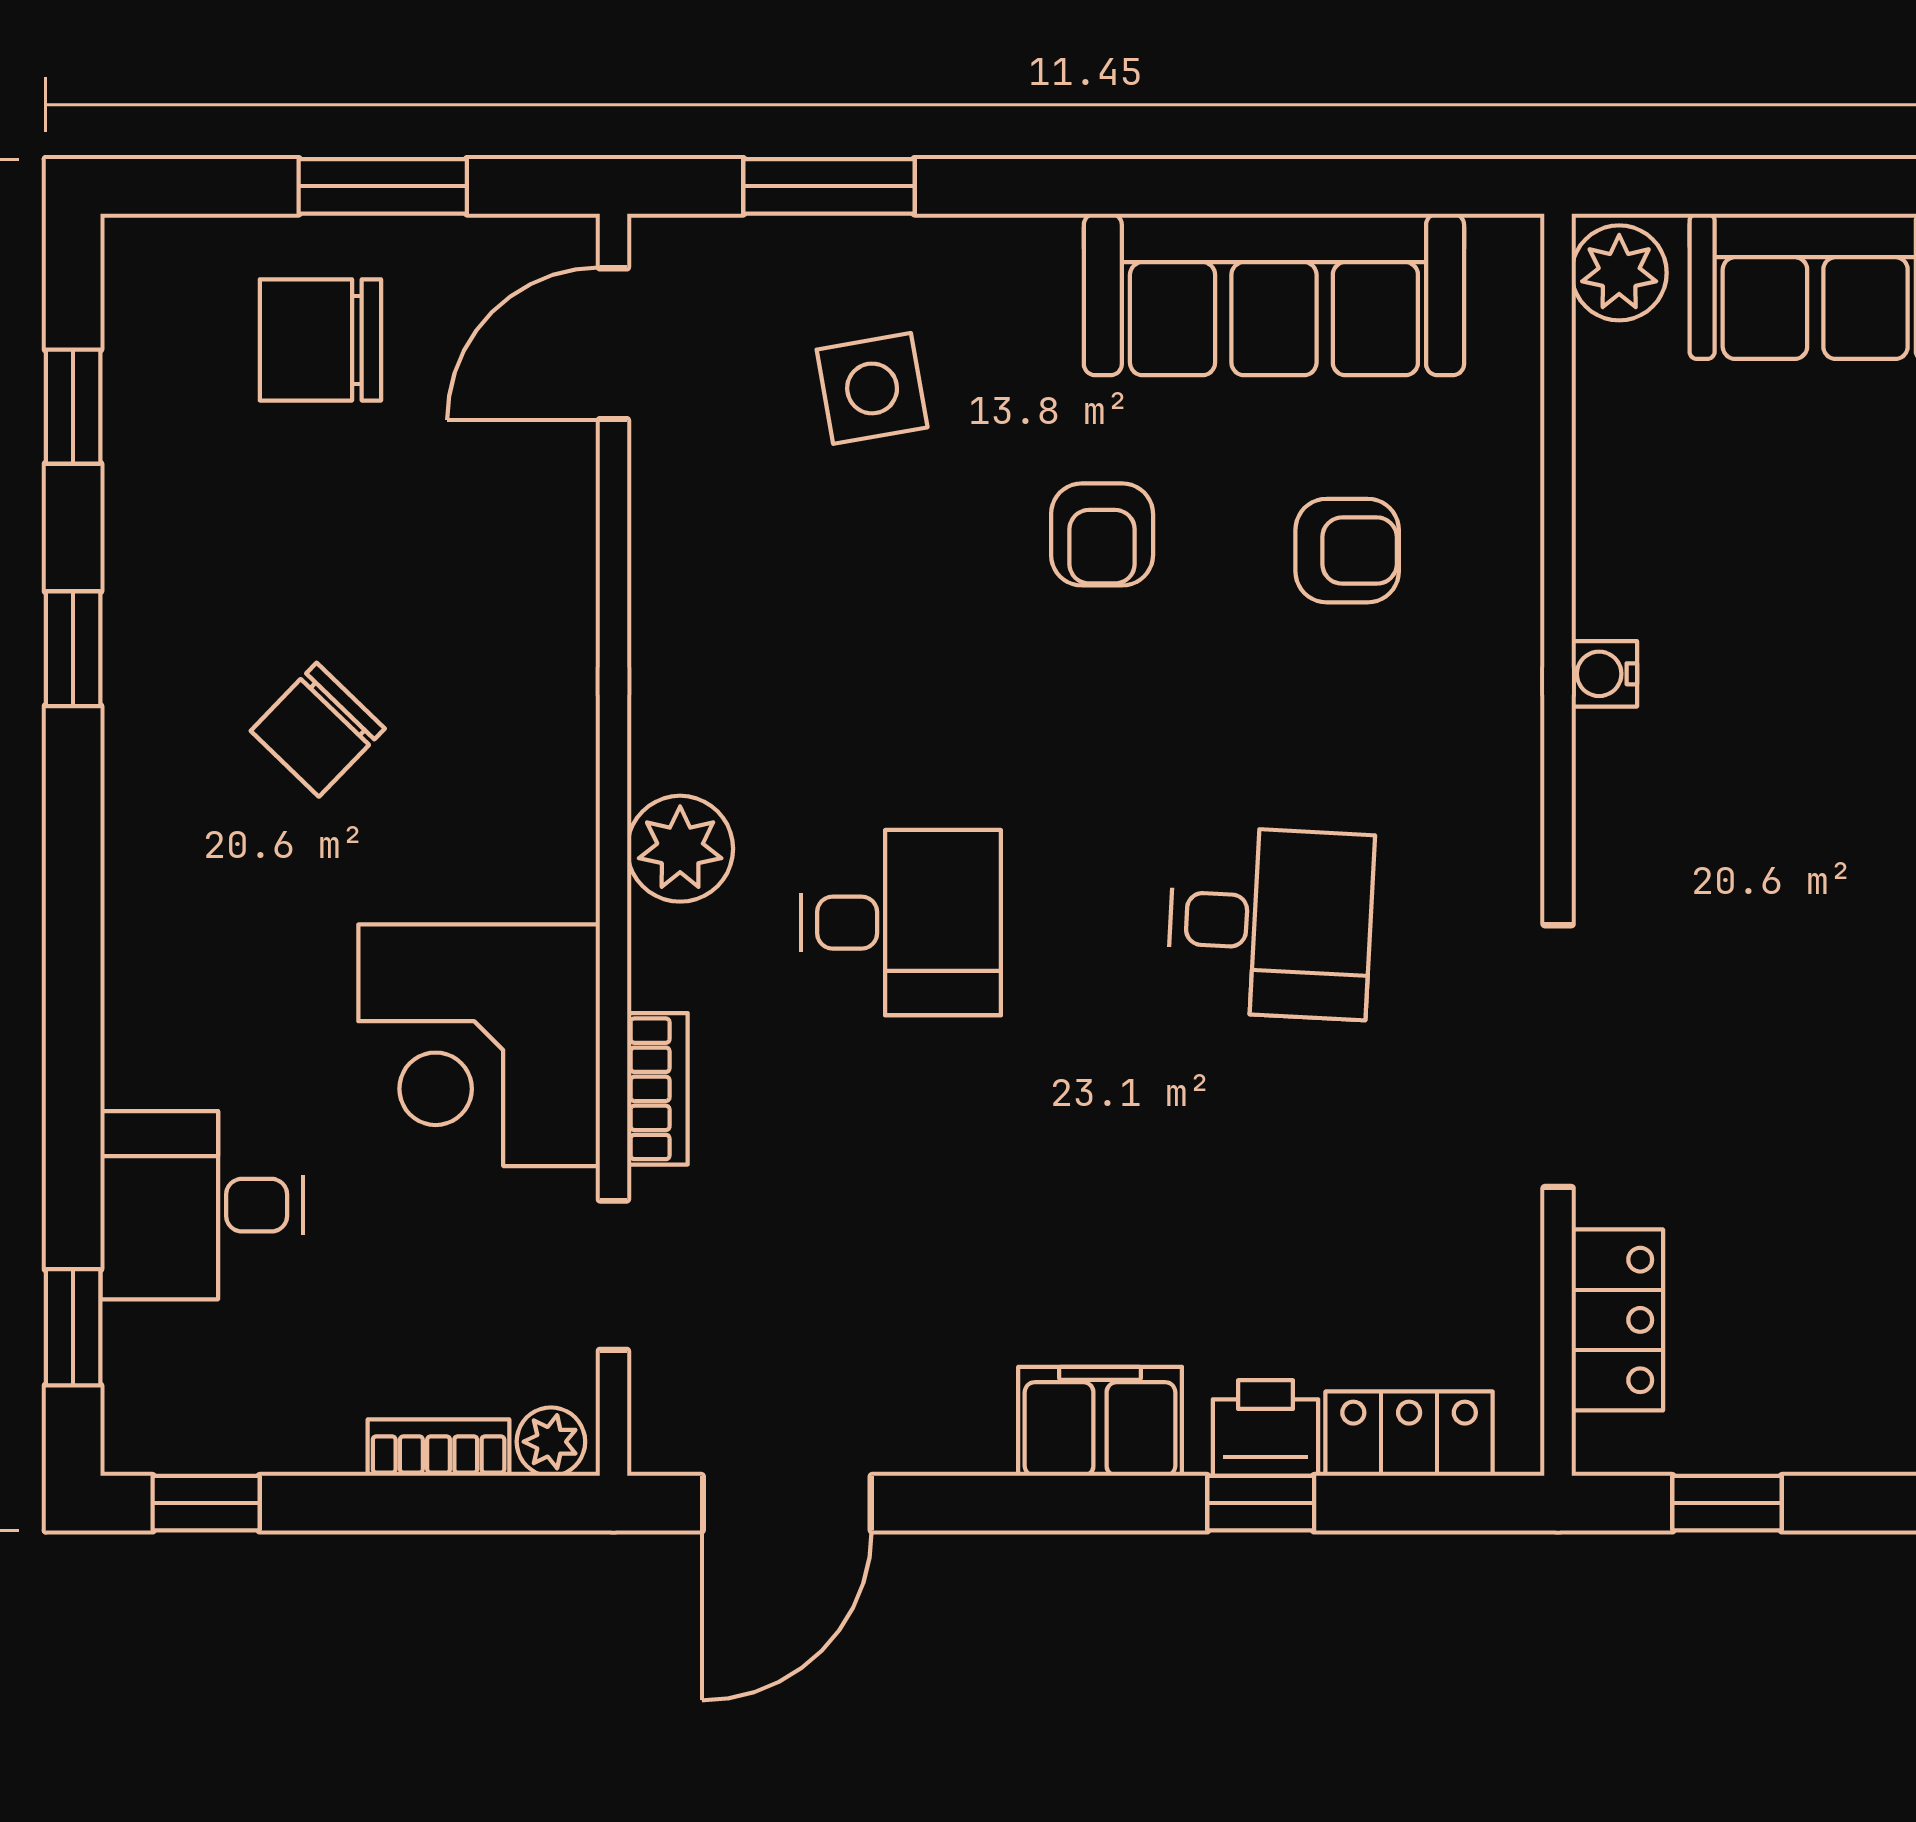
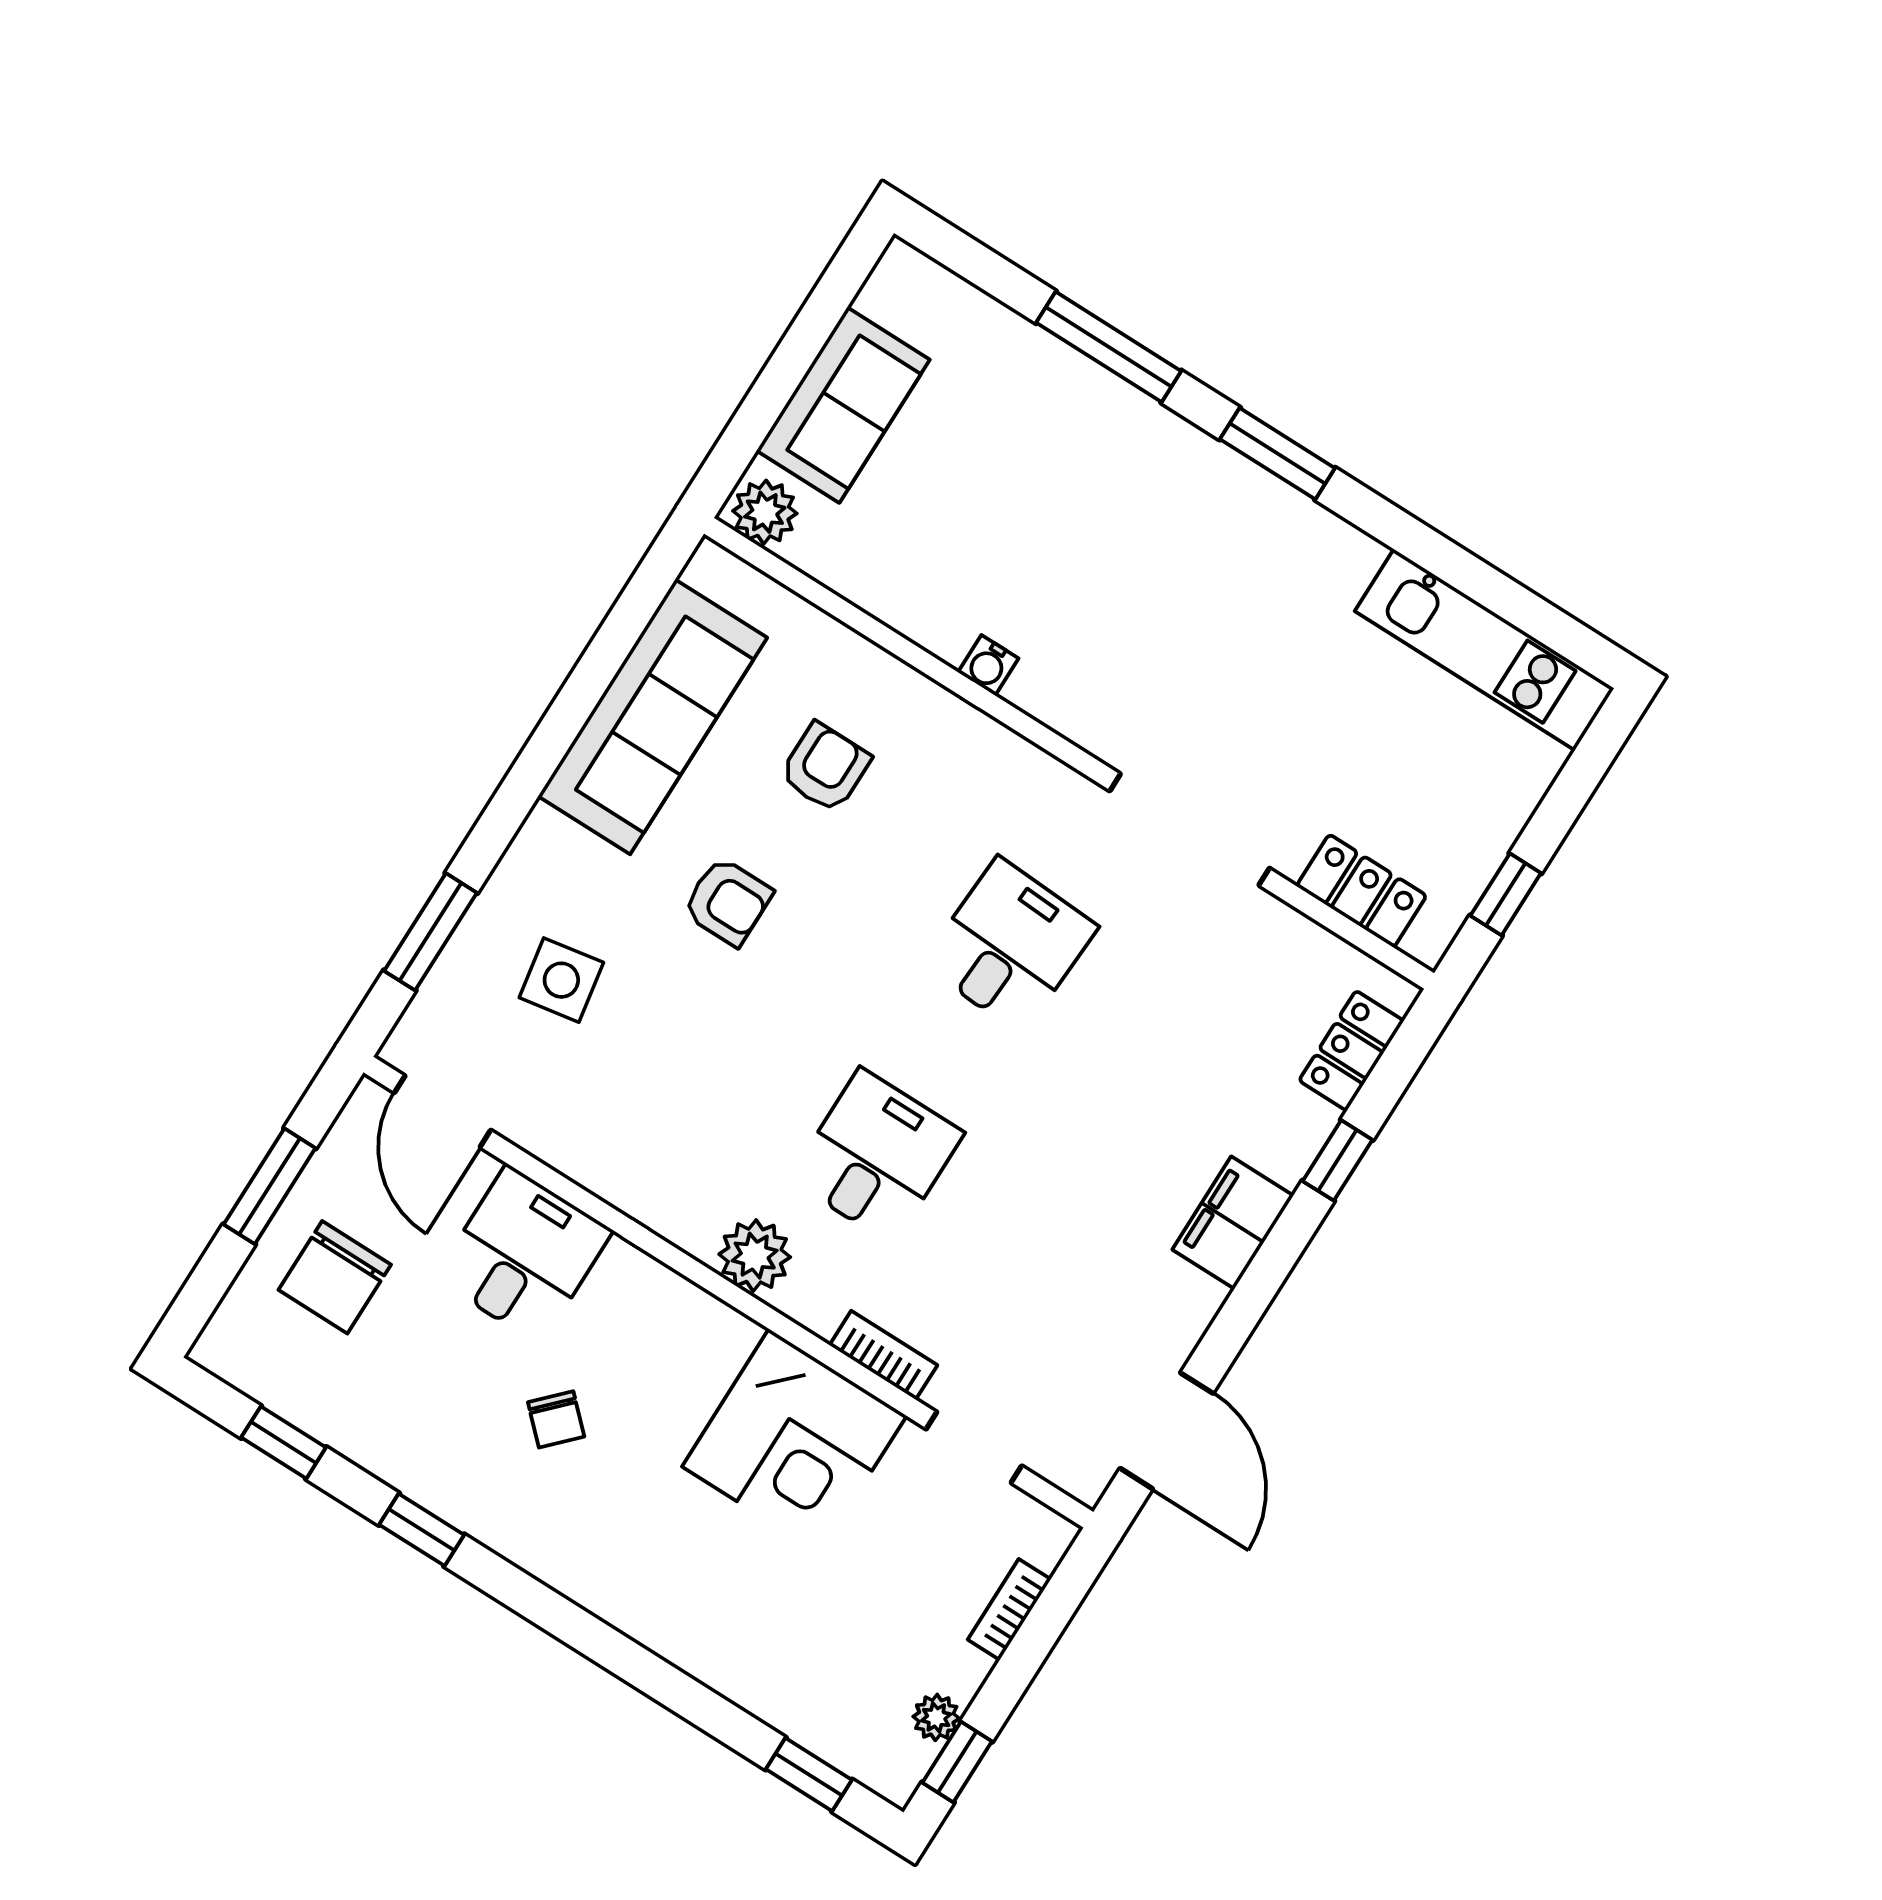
chair: (318, 730) -> (556, 1419), width x0.73, depth x0.73
desk: (202, 1205) -> (523, 1255), moved, turned 180
printer: (1265, 1428) -> (1296, 1131), removed
plant: (551, 1442) -> (936, 1717), moved

